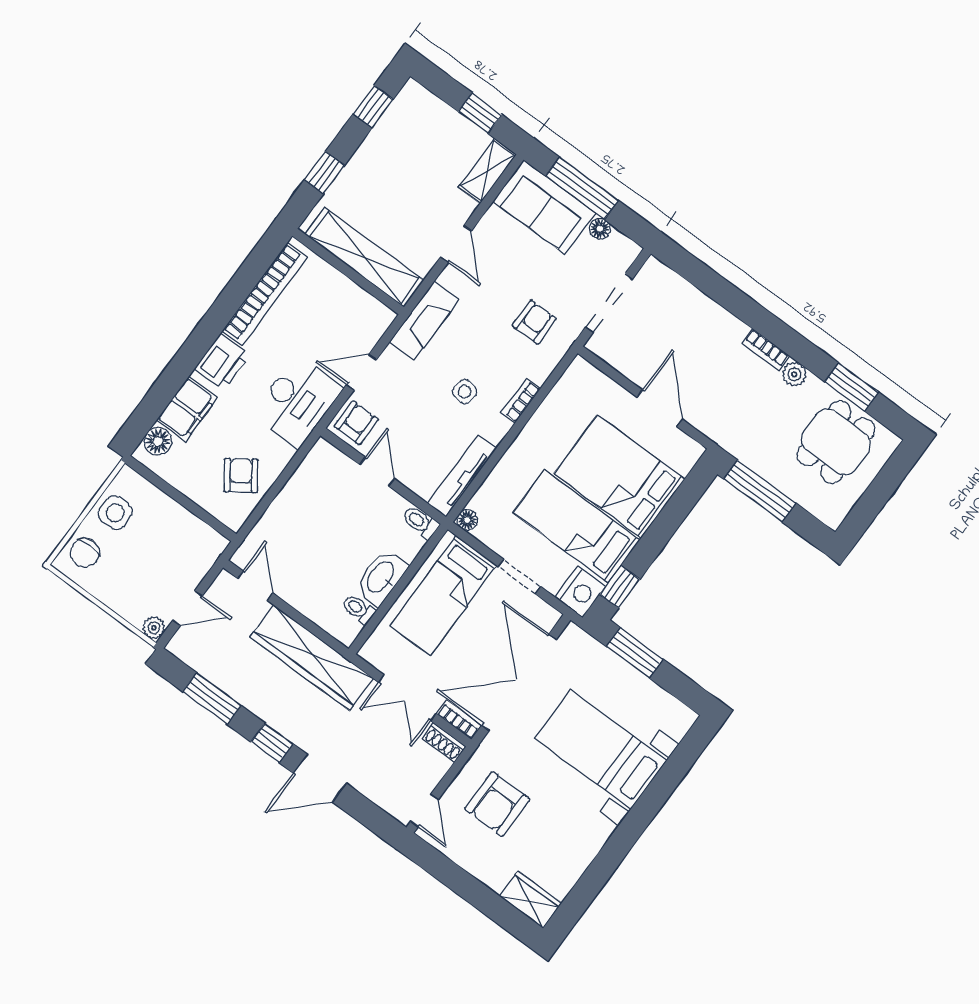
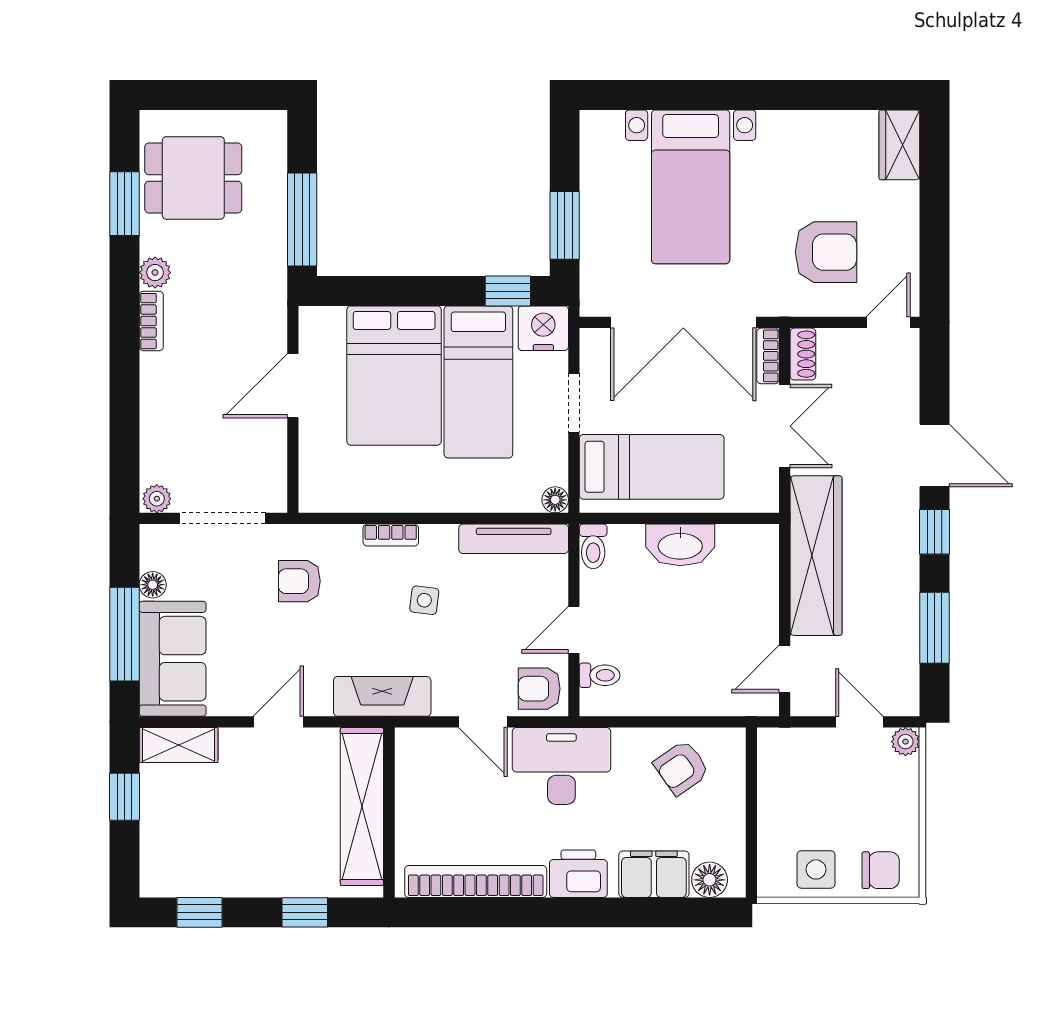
plant: (652, 271) -> (157, 499), added
toilet: (359, 609) -> (600, 675), moved, turned -90

